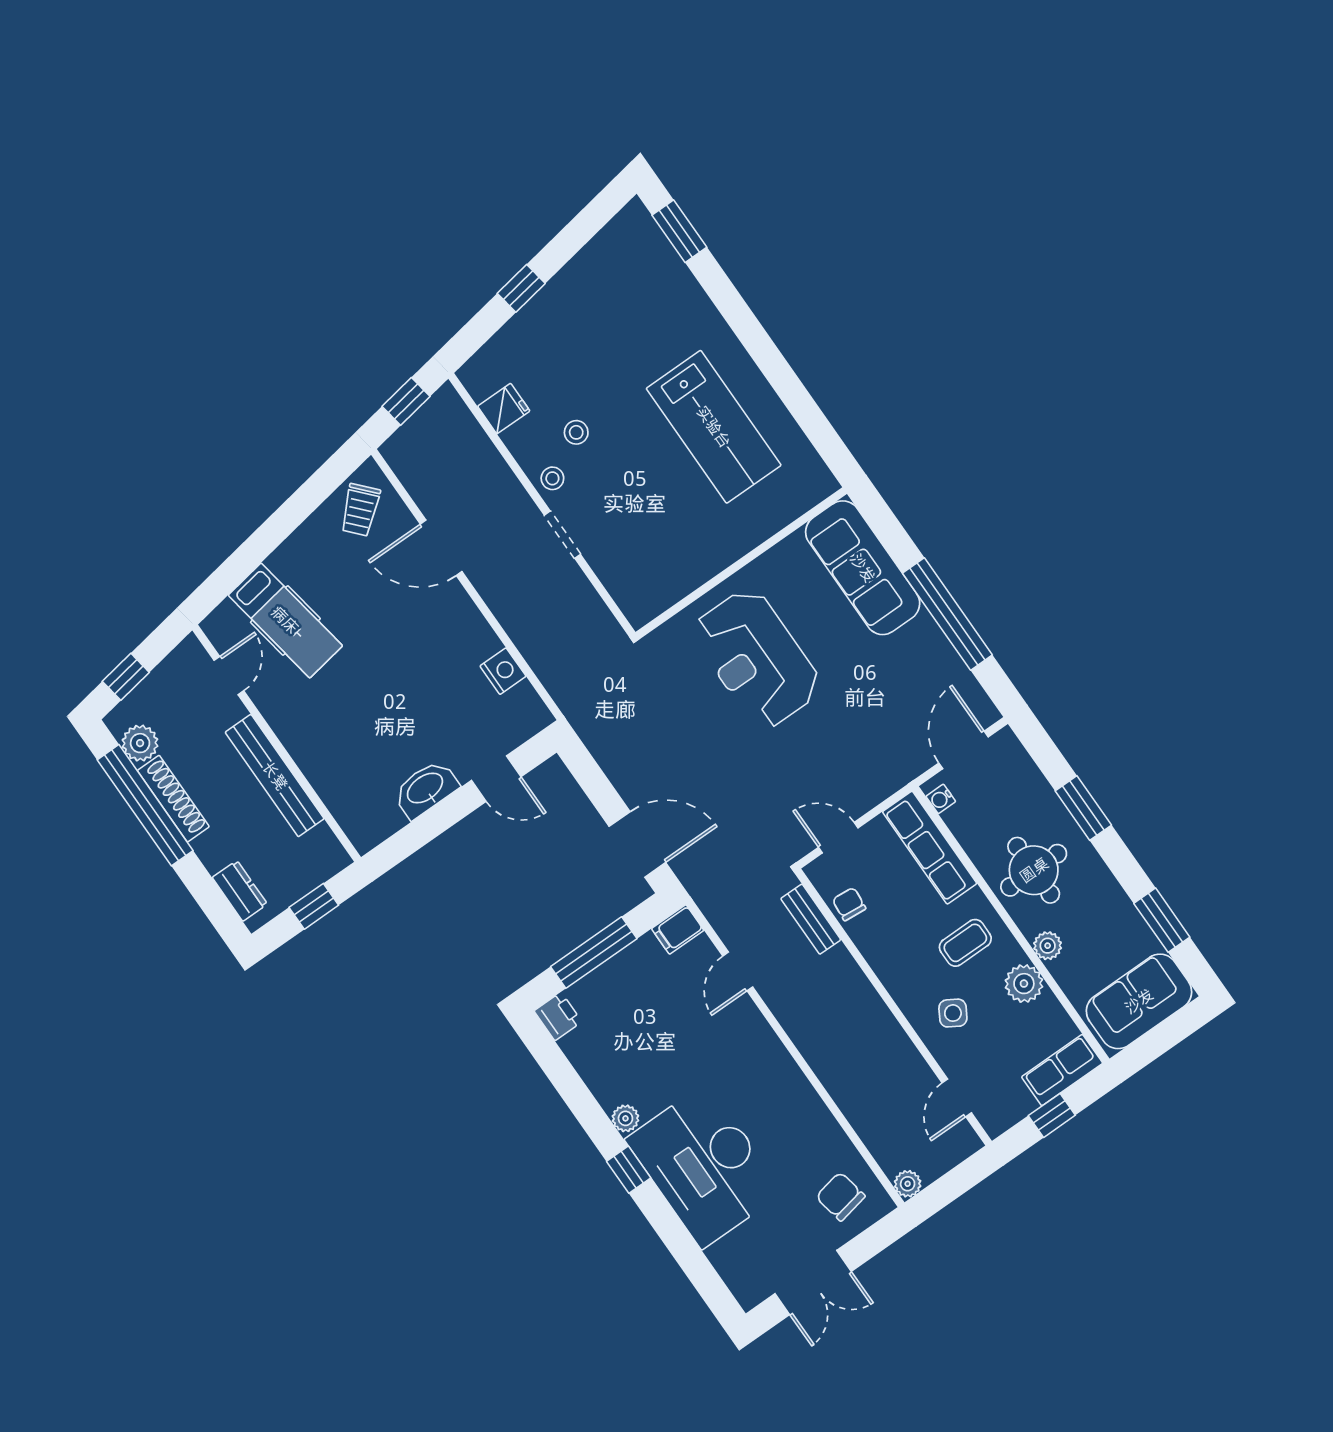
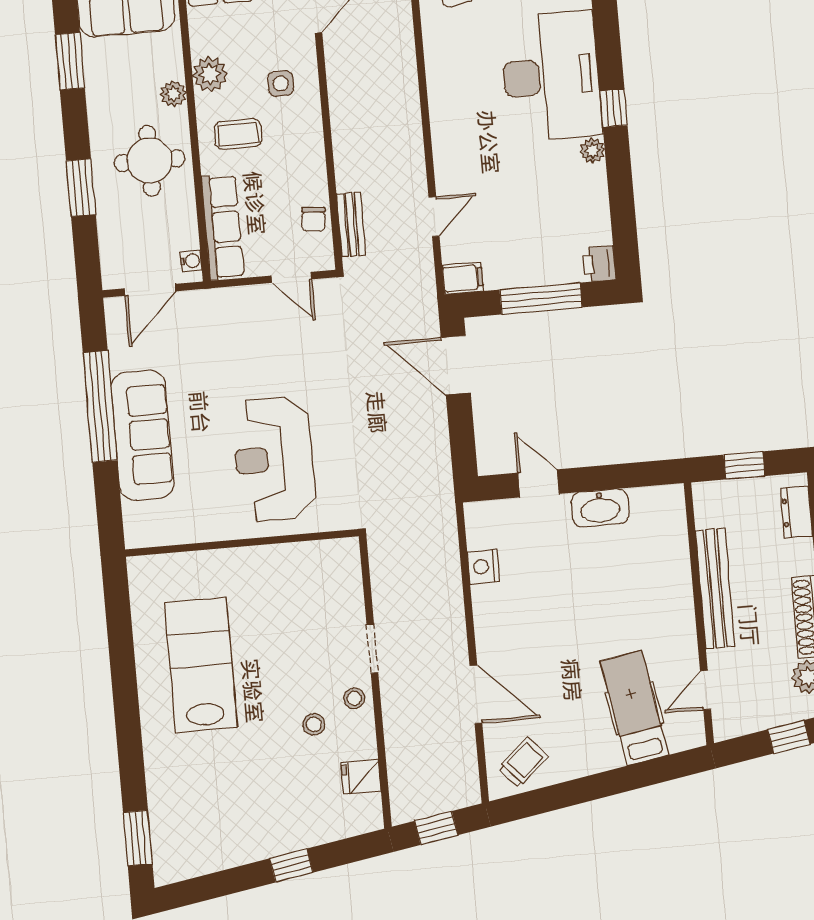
sofa: (863, 568) -> (142, 435), moved
reception desk: (757, 659) -> (274, 459), turned 180
side table: (953, 1013) -> (281, 83), turned -31

